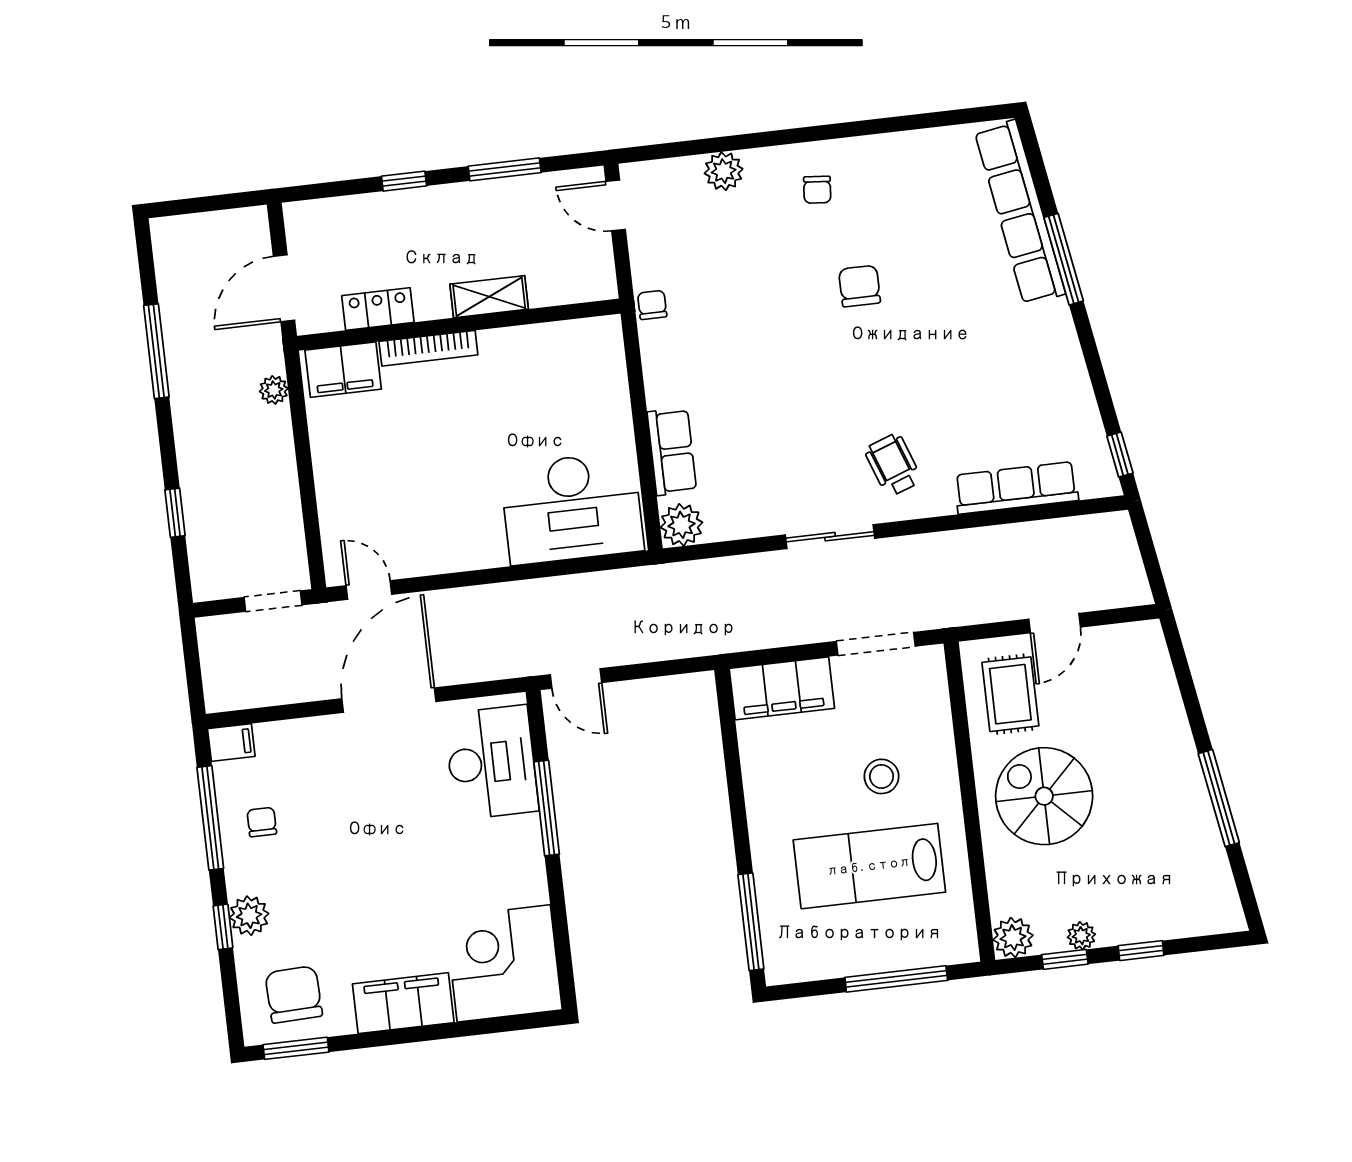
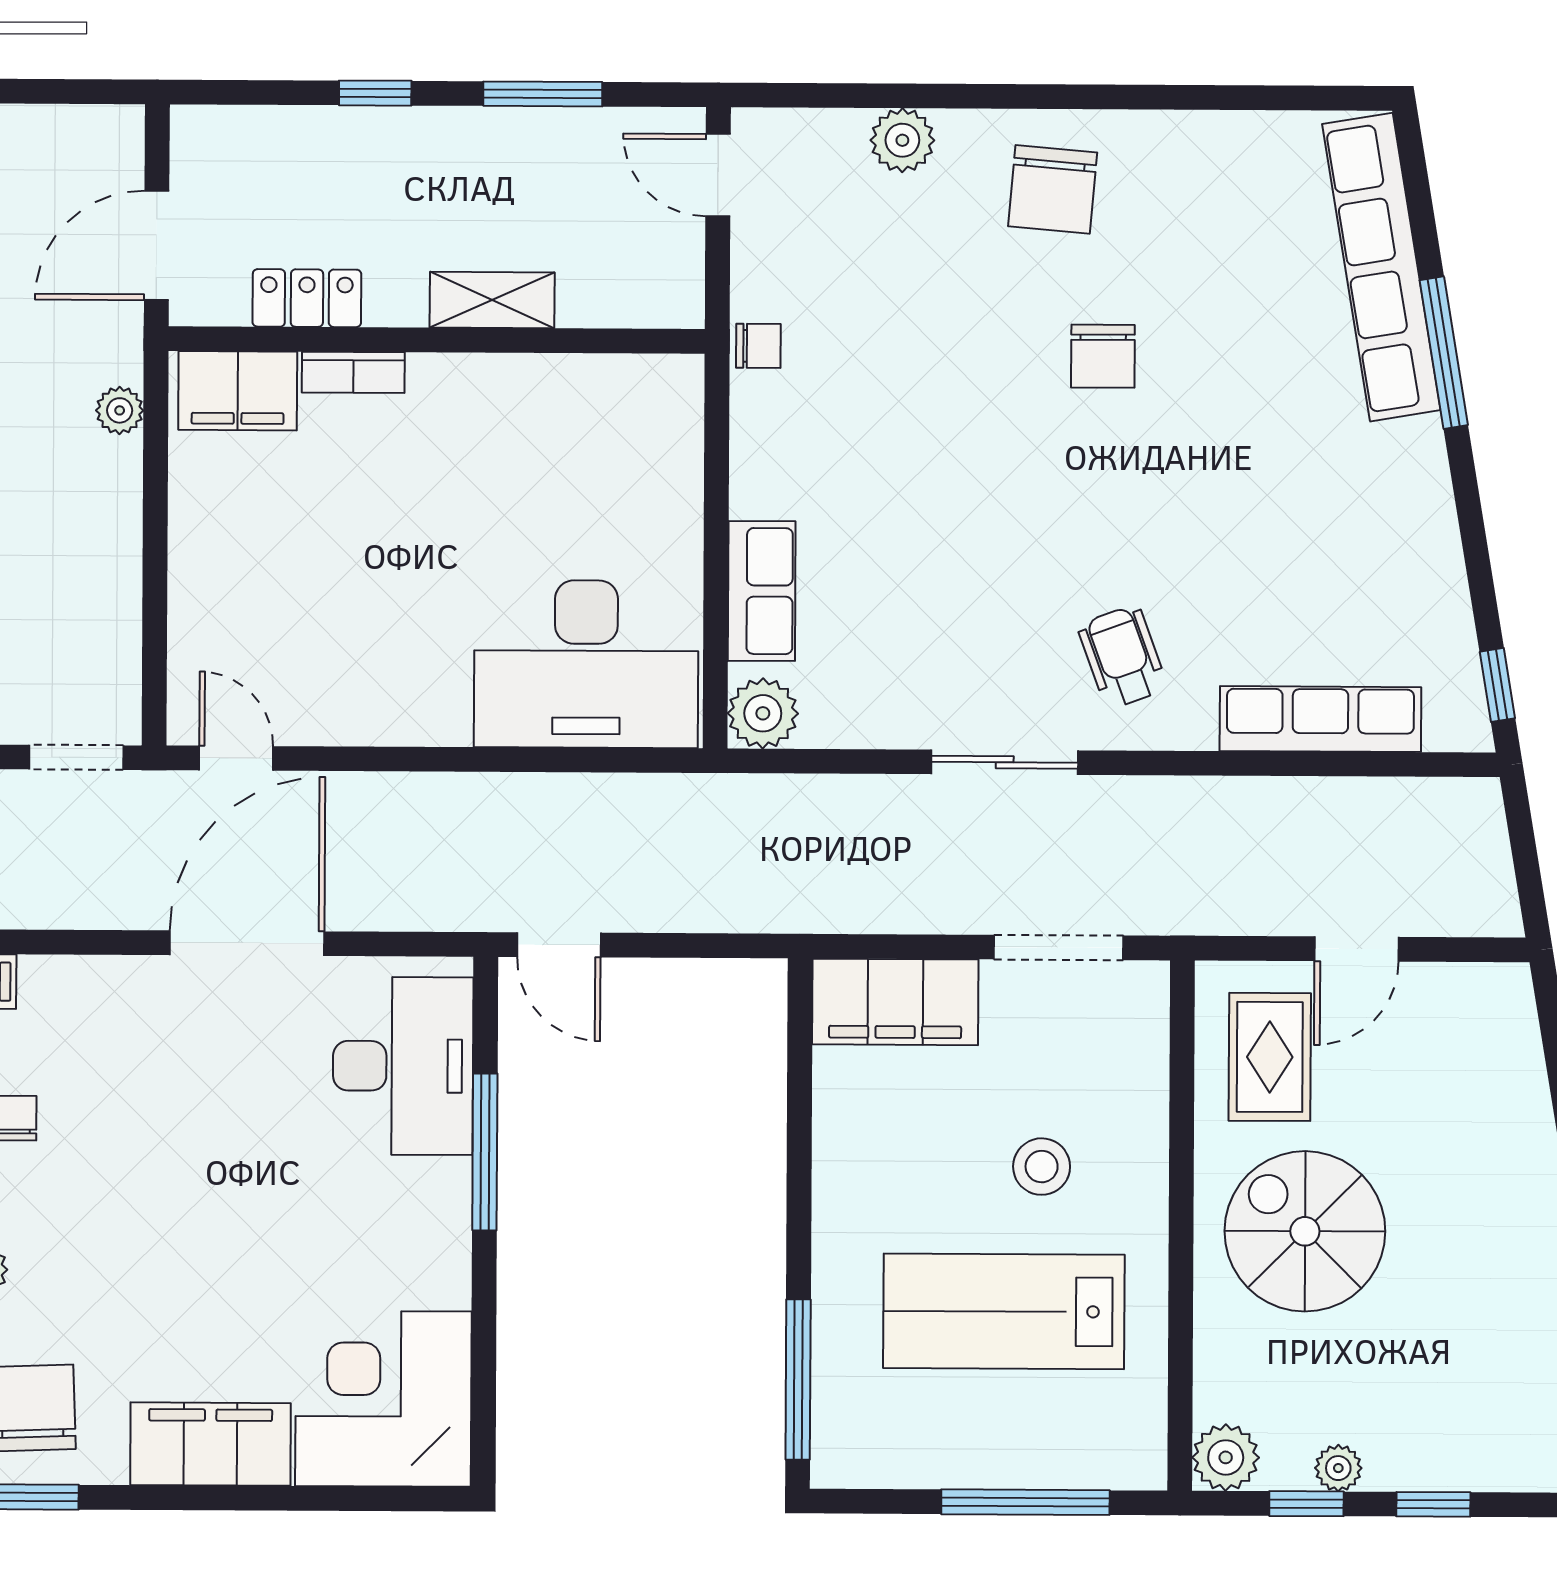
chair: (817, 190) -> (1053, 189), width x1.87, depth x1.87
chair: (860, 286) -> (1103, 356), turned 180
chair: (652, 305) -> (758, 346), turned 90
bookcase: (428, 348) -> (353, 372), width x0.64

